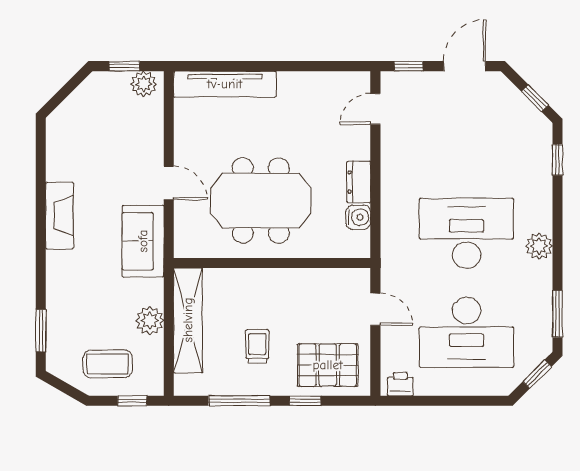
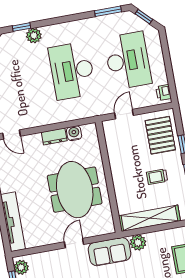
plant: (539, 246) -> (34, 36), moved
plant: (150, 320) -> (138, 243), moved

